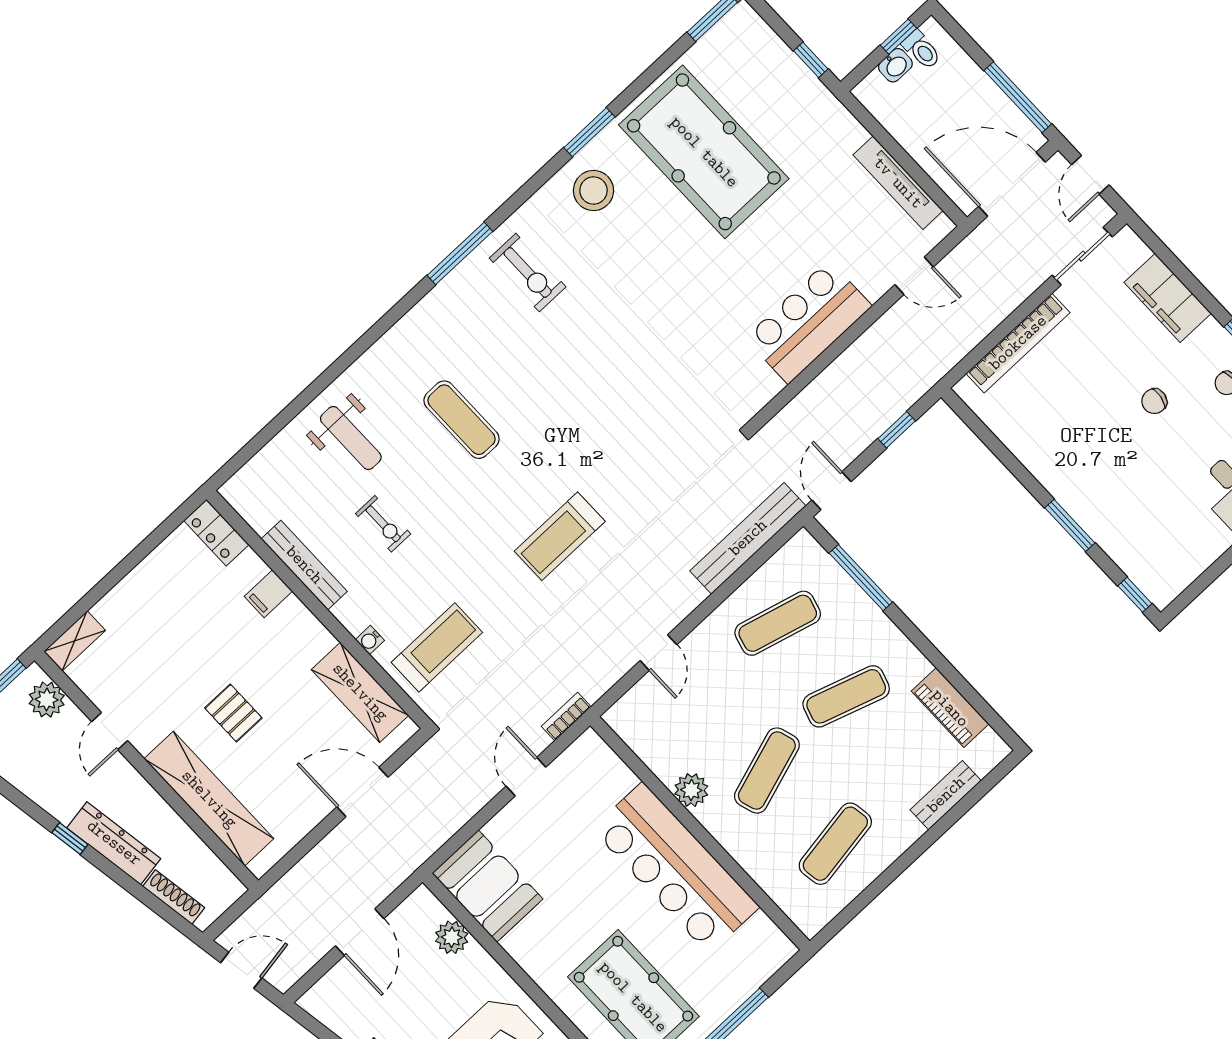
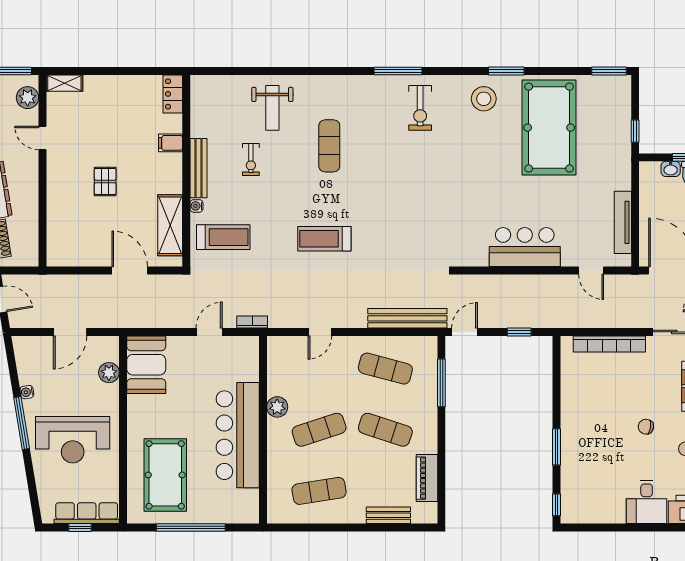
bench: (304, 565) -> (198, 168), moved
door: (110, 731) -> (42, 138), hinge flipped
shelving: (209, 799) -> (59, 209), removed

